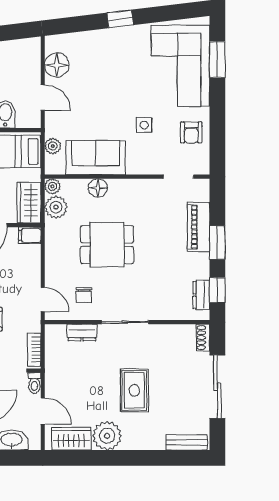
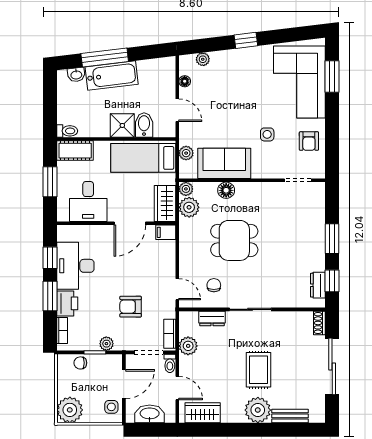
plant: (71, 40) -> (203, 59), added
floor lamp: (57, 65) -> (185, 81), width x0.53, depth x0.53
piano: (198, 227) -> (315, 225), removed
chair: (84, 295) -> (214, 285), turned 180
plant: (55, 363) -> (188, 346), added
plant: (107, 436) -> (258, 410), moved
bench: (187, 442) -> (290, 416), moved

